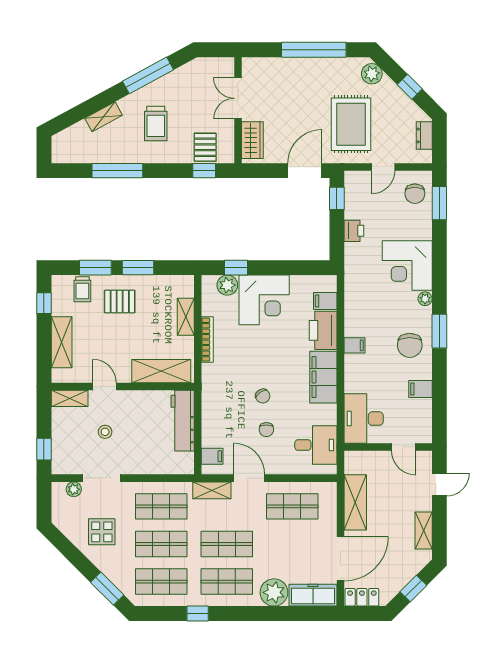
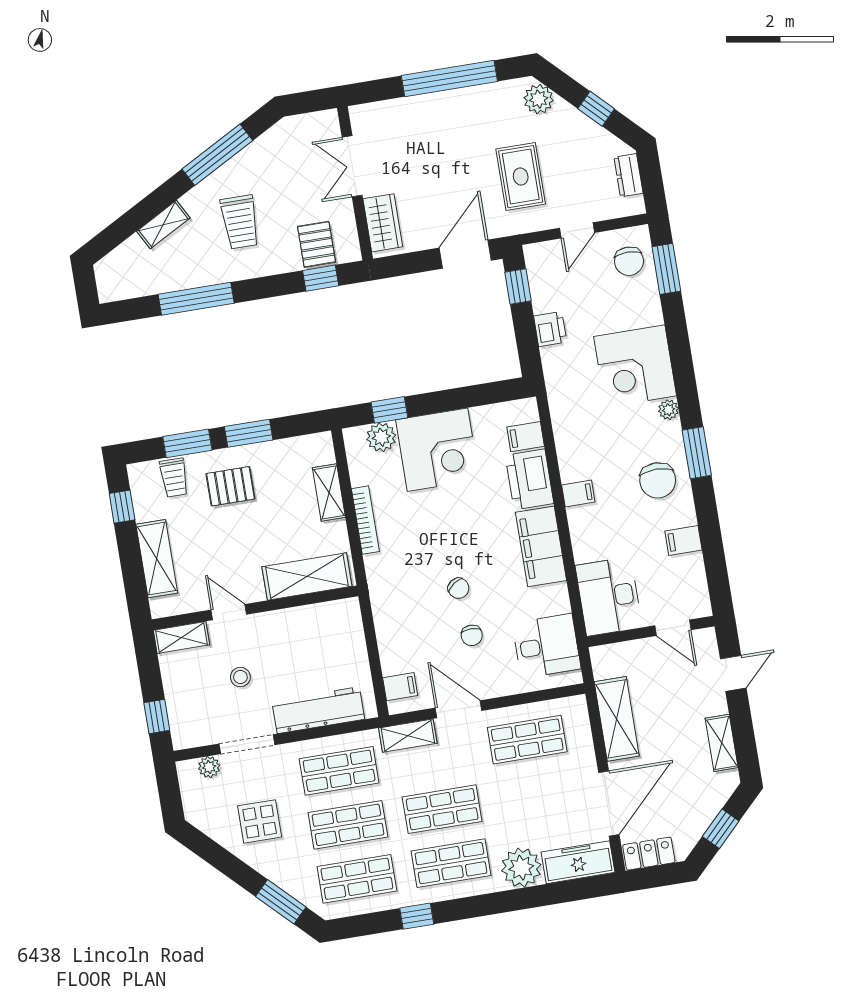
rug: (351, 124) -> (521, 177), width x0.73, depth x0.70
workbench: (183, 421) -> (318, 710), moved, turned 90

